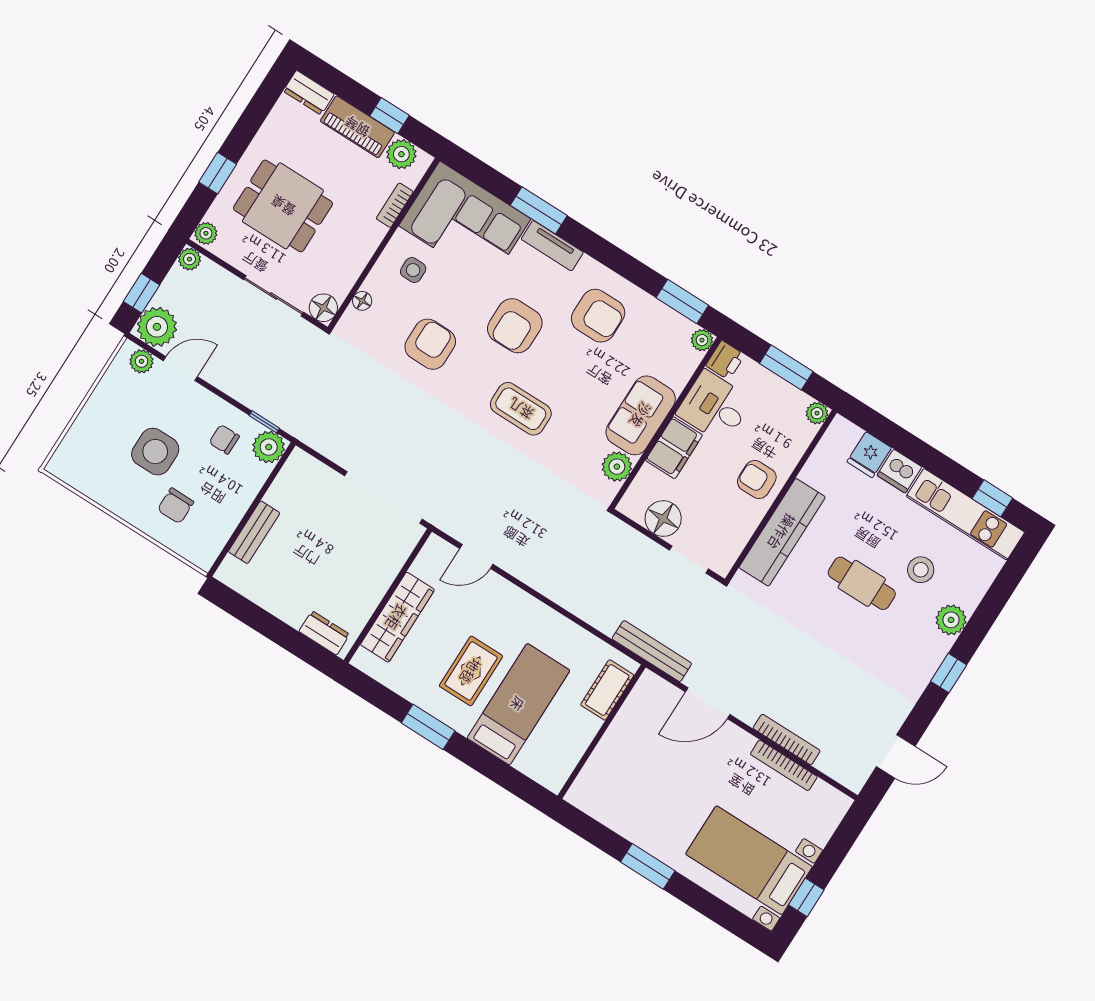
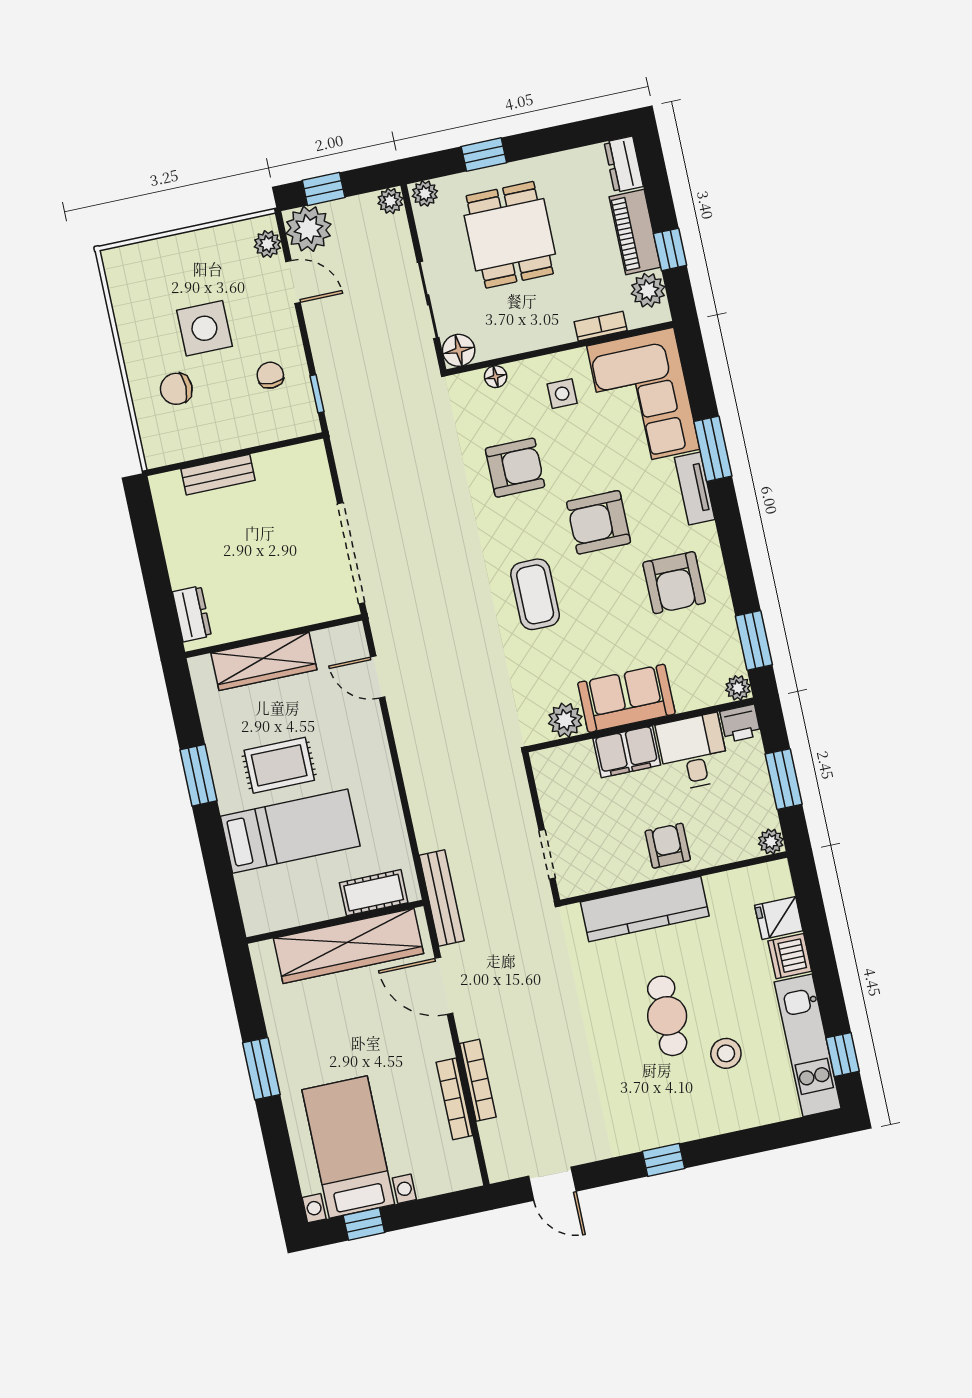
plant: (269, 447) -> (300, 418), removed
floor lamp: (663, 519) -> (560, 800), removed
plant: (951, 620) -> (709, 1119), removed
wardrobe: (625, 738) -> (348, 946), added

